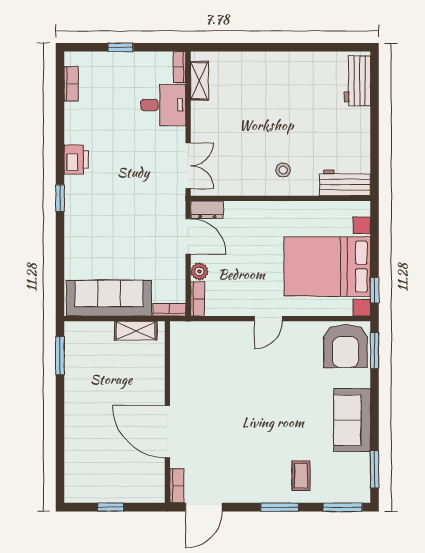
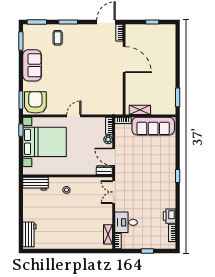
printer: (76, 160) -> (169, 216), moved

